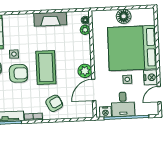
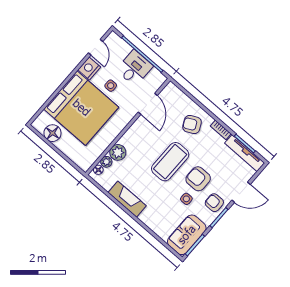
floor lamp: (124, 16) -> (52, 133), moved
plant: (85, 71) -> (118, 152), moved
door: (94, 90) -> (148, 104), hinge flipped
door: (159, 94) -> (96, 47), hinge flipped
nightstand: (105, 112) -> (156, 76), removed

